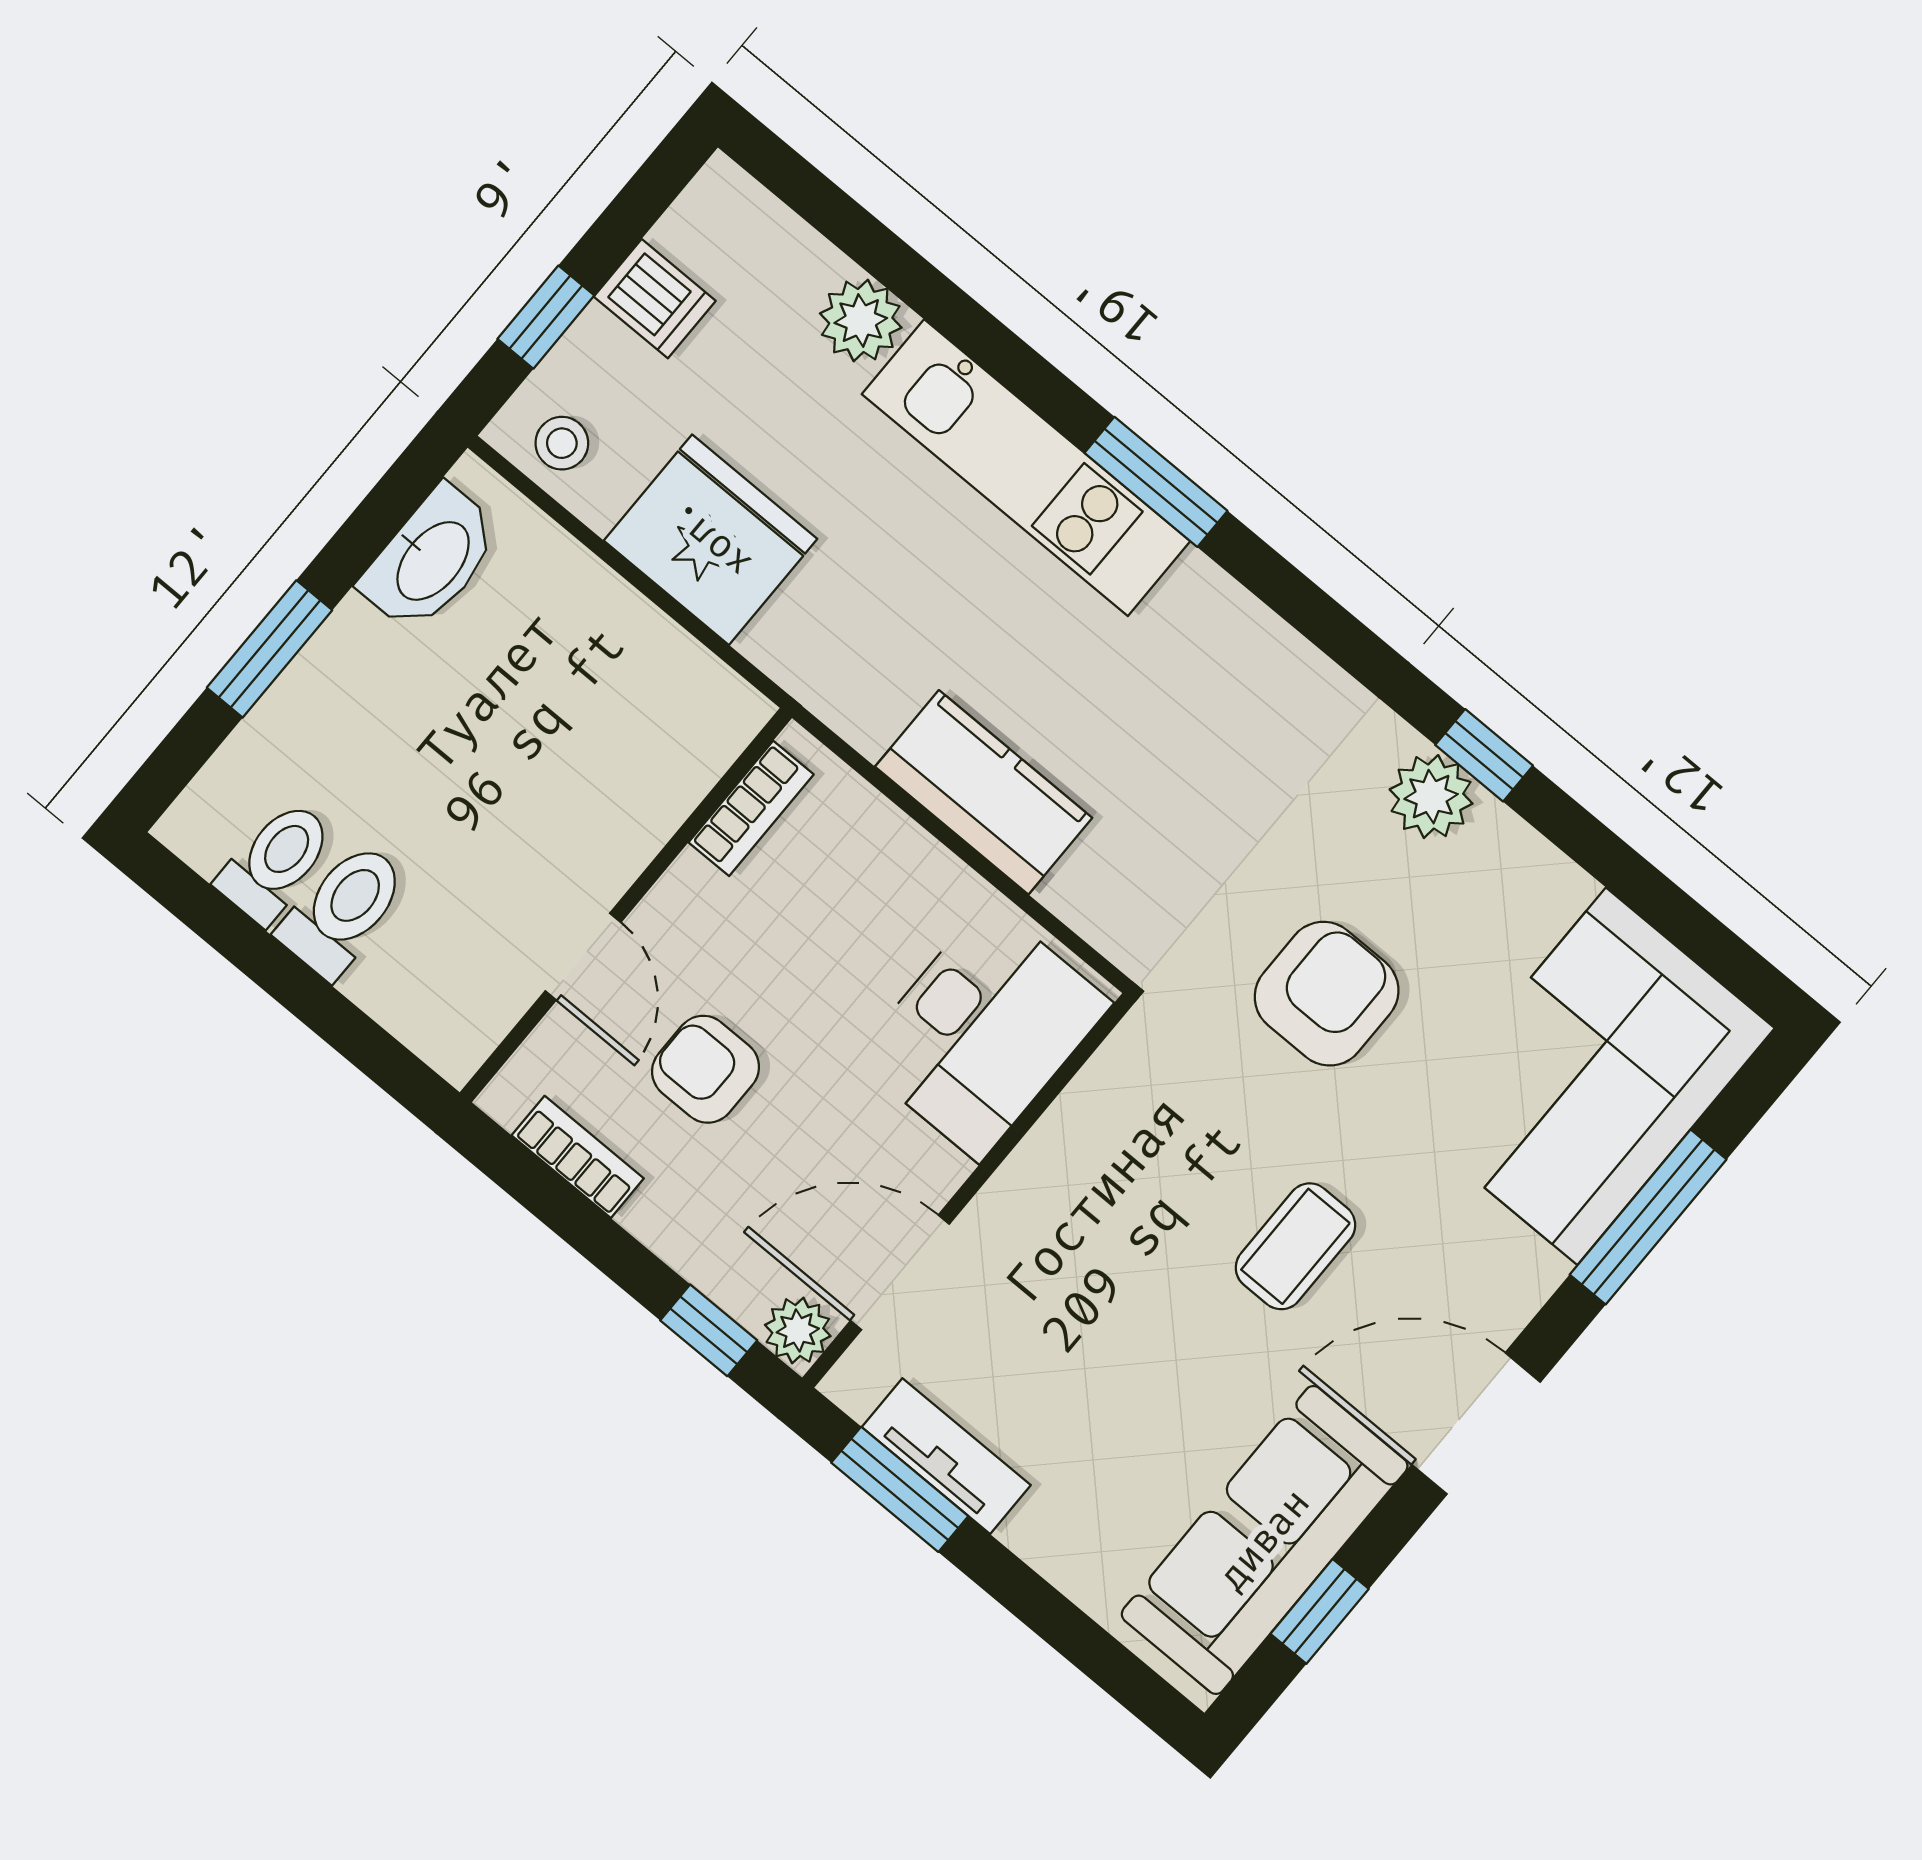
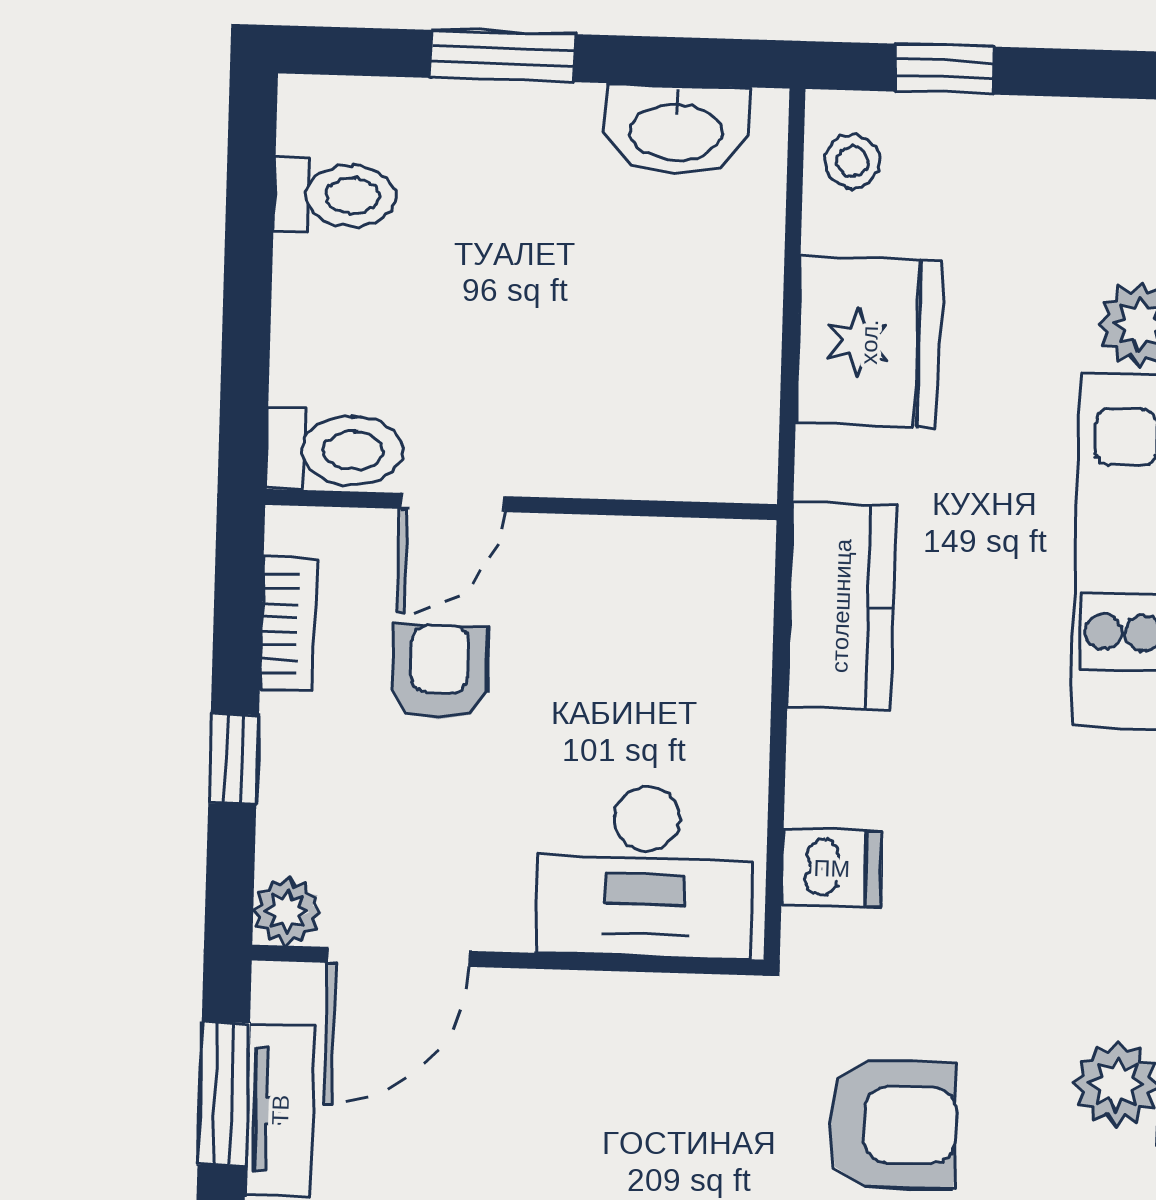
dishwasher: (655, 299) -> (832, 868), moved, turned -90
kitchen counter: (984, 792) -> (841, 606), moved
bookcase: (751, 808) -> (678, 544), removed
toilet: (343, 910) -> (334, 450), moved
door: (900, 1272) -> (398, 957), swing flipped
window: (709, 1330) -> (234, 759), moved

